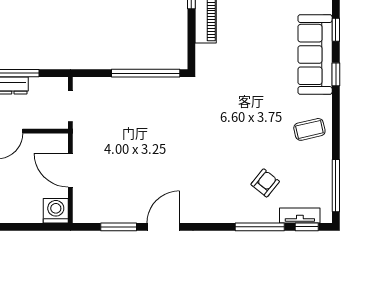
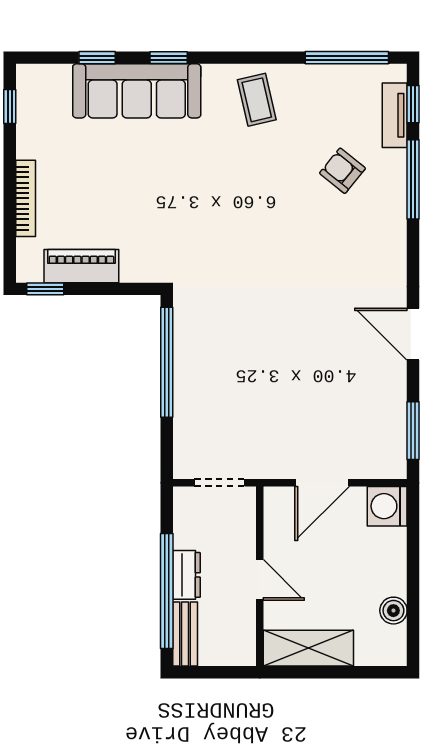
window: (119, 227) -> (413, 431), moved

